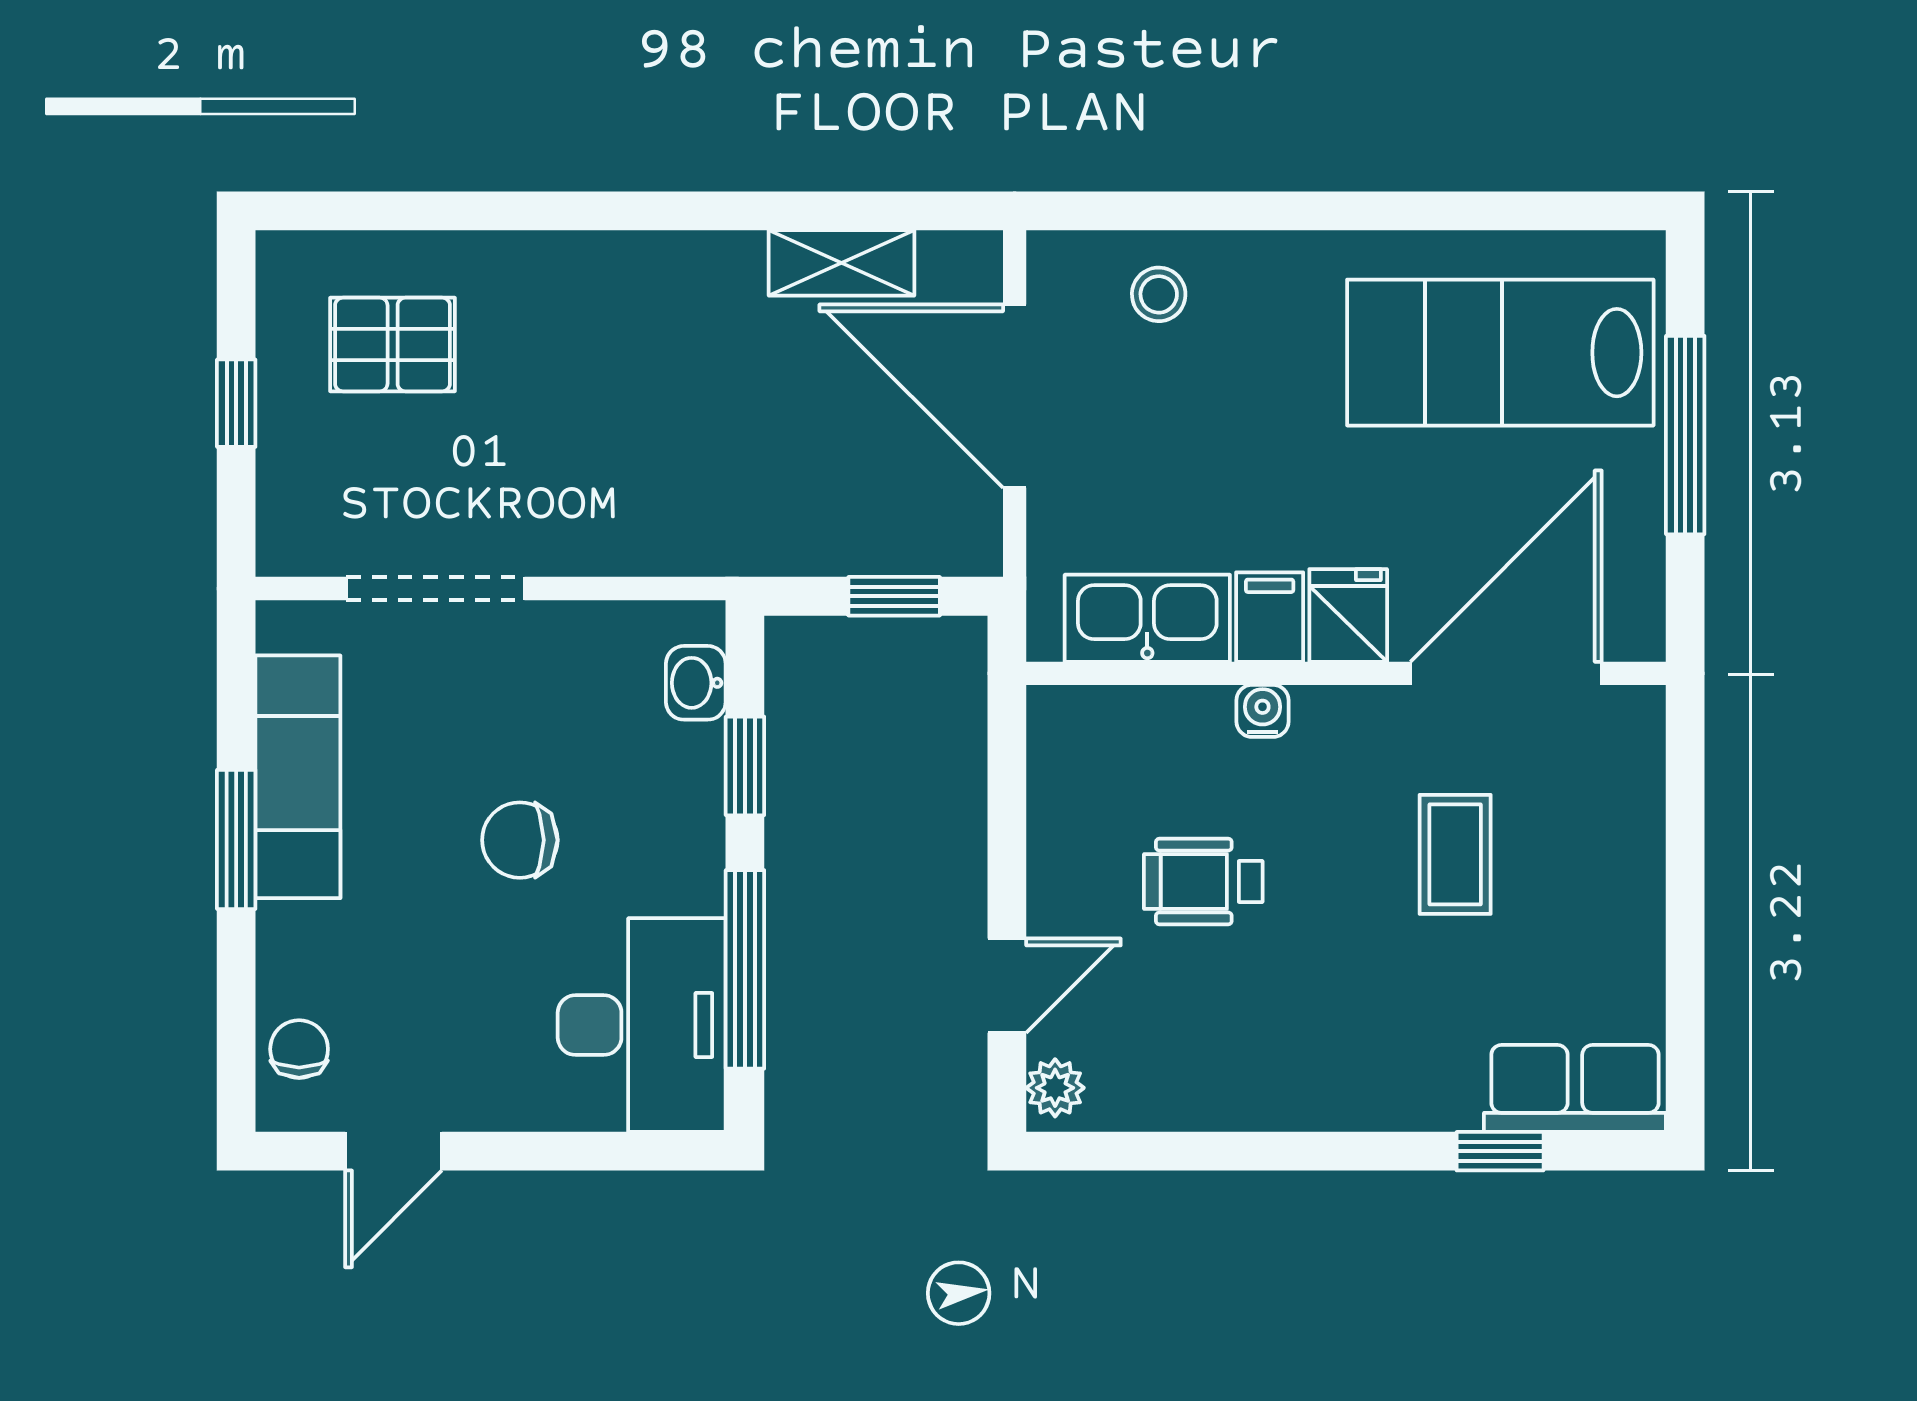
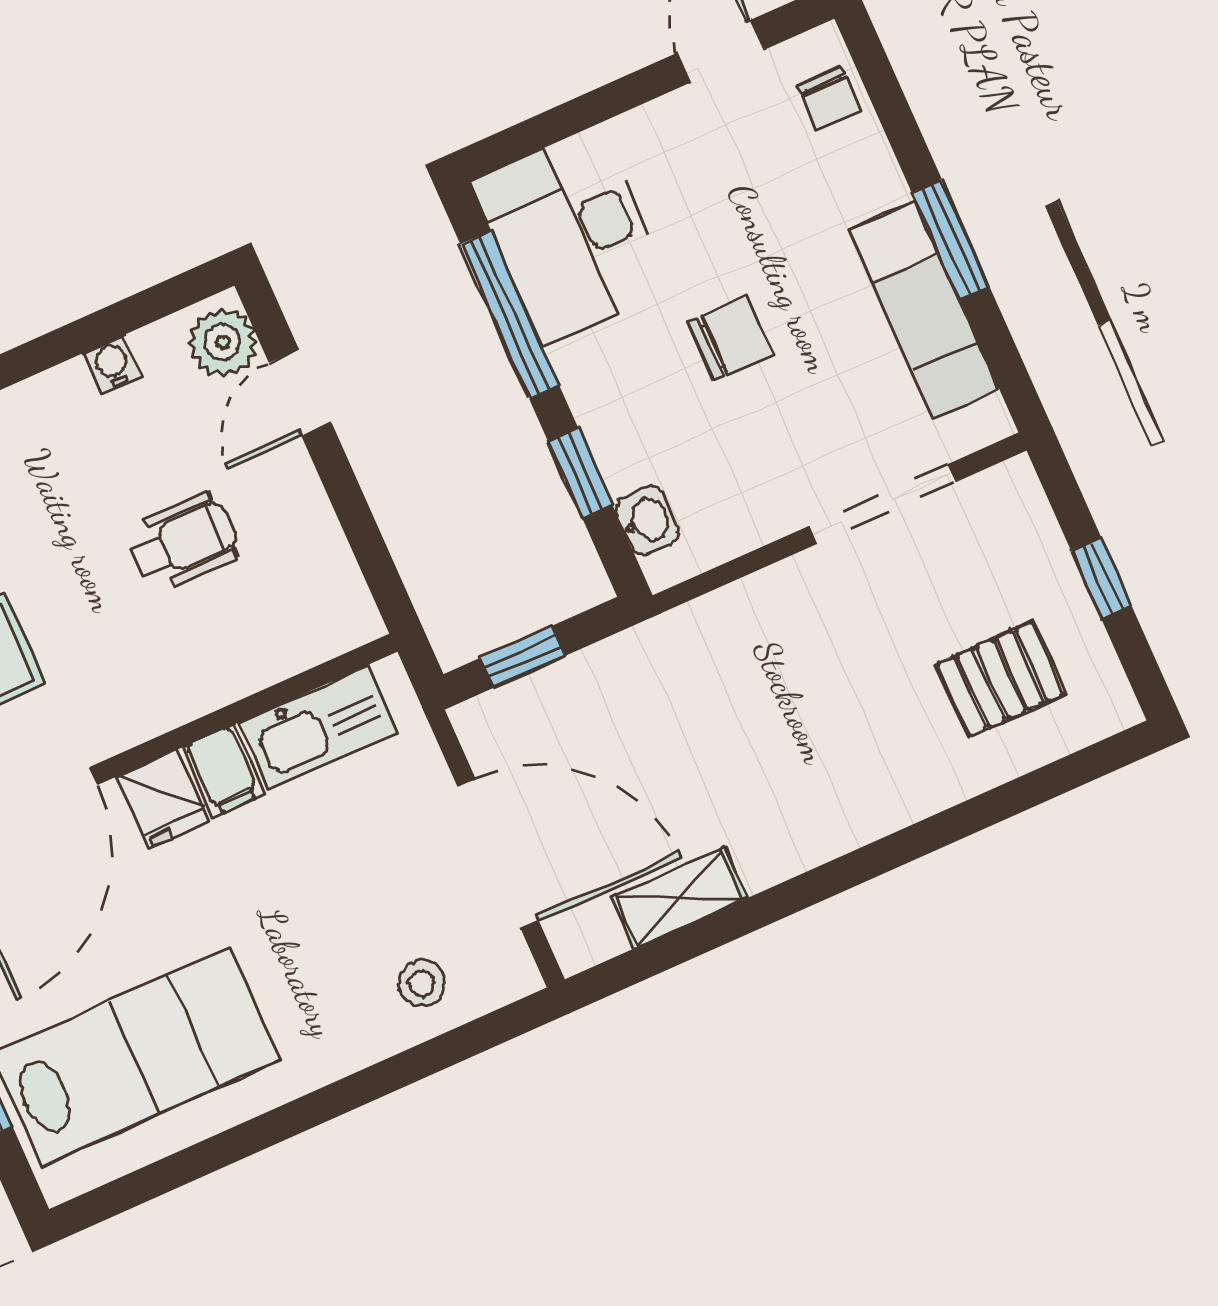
water cooler: (1262, 711) -> (113, 364), moved, turned 180
plant: (1055, 1088) -> (223, 342), width x1.38, depth x1.38

